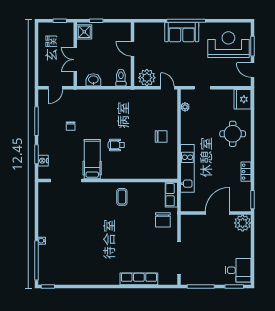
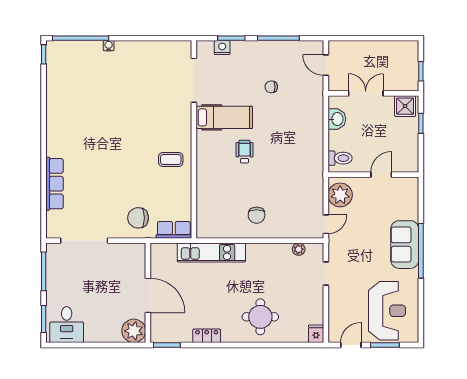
fridge: (242, 99) -> (316, 334), width x0.53, depth x0.75

